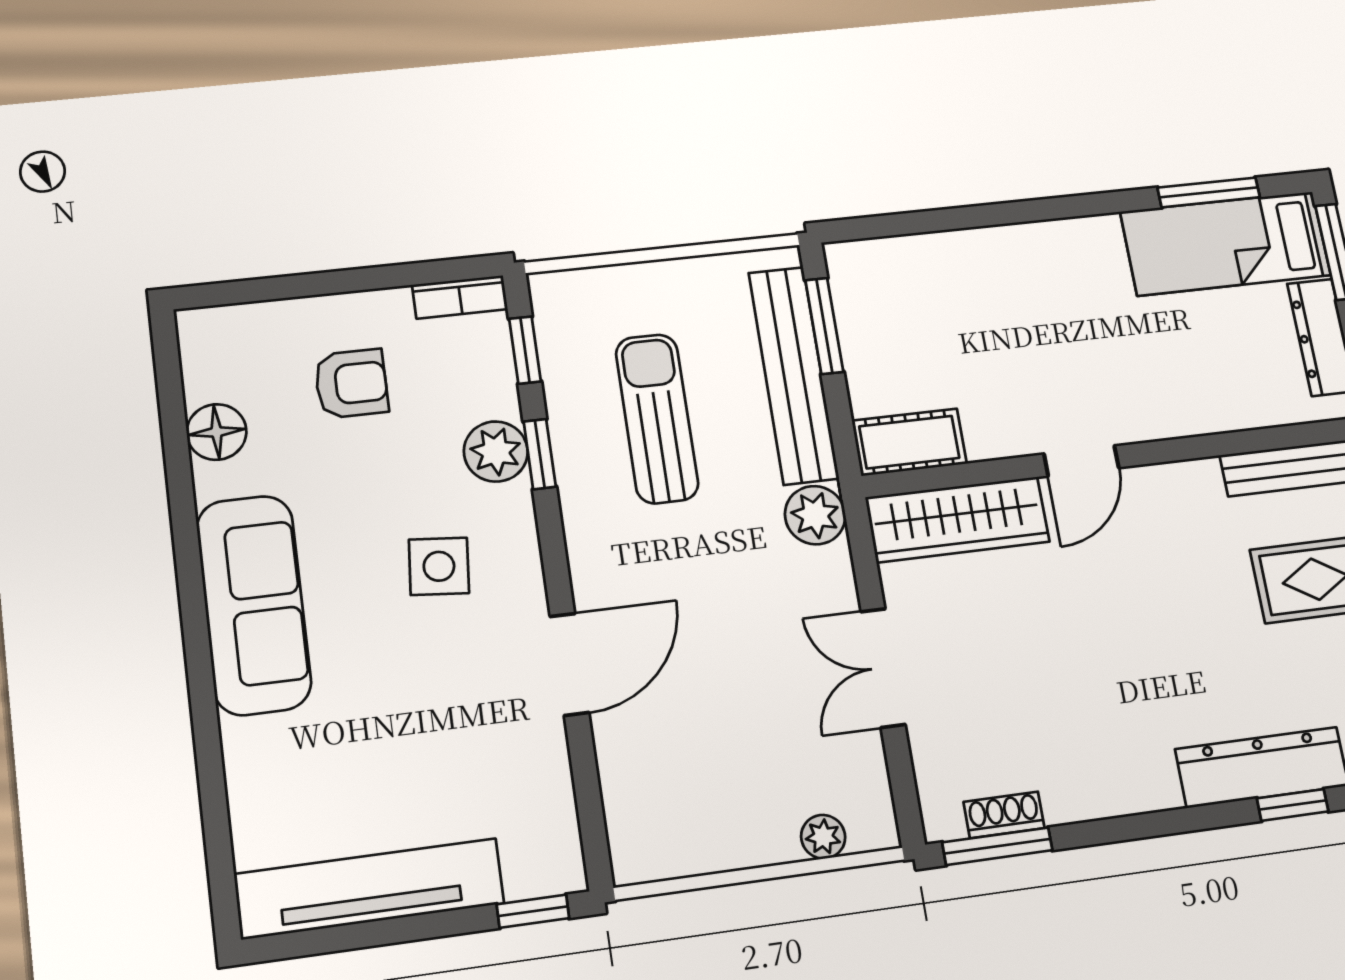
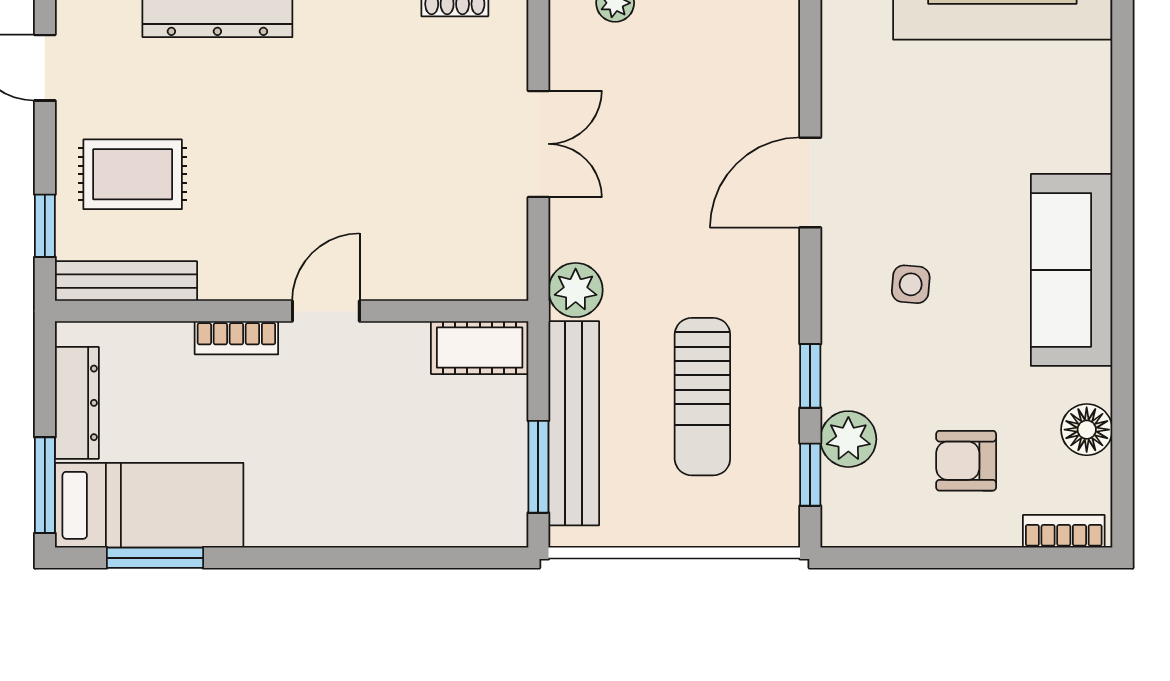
bookcase: (460, 297) -> (1064, 531), moved
bookcase: (1170, 422) -> (236, 338), added
plant: (496, 451) -> (848, 439), moved
wardrobe: (957, 520) -> (449, 270), removed
side table: (439, 566) -> (911, 284), width x0.73, depth x0.73

